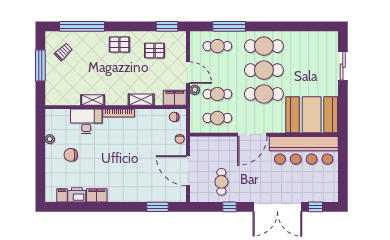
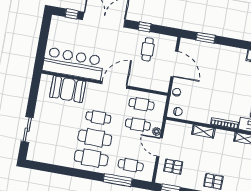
pallet: (155, 50) -> (173, 167), moved
cafe table: (264, 94) -> (98, 118), width x0.73, depth x0.74
filing cabinet: (175, 98) -> (175, 128), removed
booth: (312, 115) -> (68, 89), width x0.73, depth x0.70

